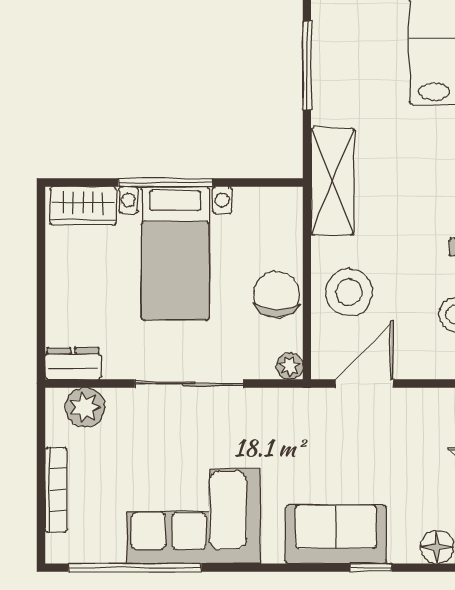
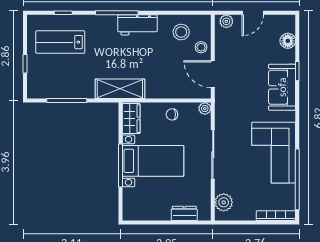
wardrobe: (83, 206) -> (131, 119), moved
stool: (349, 292) -> (201, 47), moved, width x0.53, depth x0.53
chair: (277, 295) -> (172, 114), width x0.54, depth x0.54
dresser: (73, 364) -> (184, 213), moved, turned 90
bookcase: (56, 490) -> (276, 216), moved

